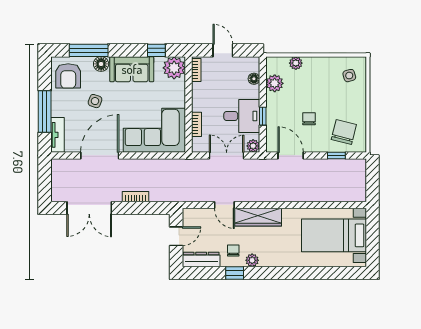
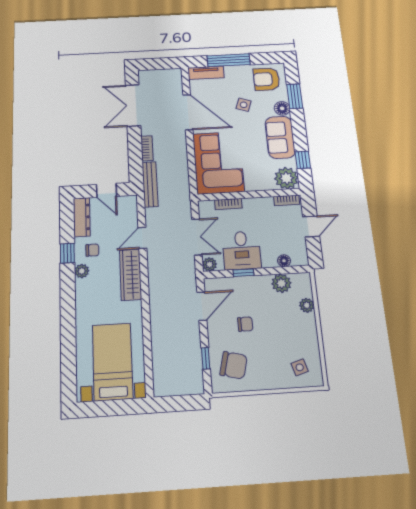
window: (89, 50) -> (295, 96), width x0.69
bench: (172, 196) -> (150, 184), added

